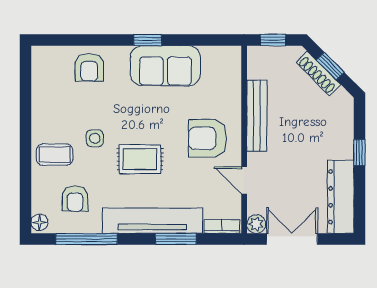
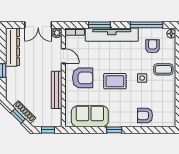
sofa: (165, 66) -> (90, 116), moved
armchair: (89, 67) -> (145, 115), turned -90
rug: (140, 159) -> (115, 81), moved

